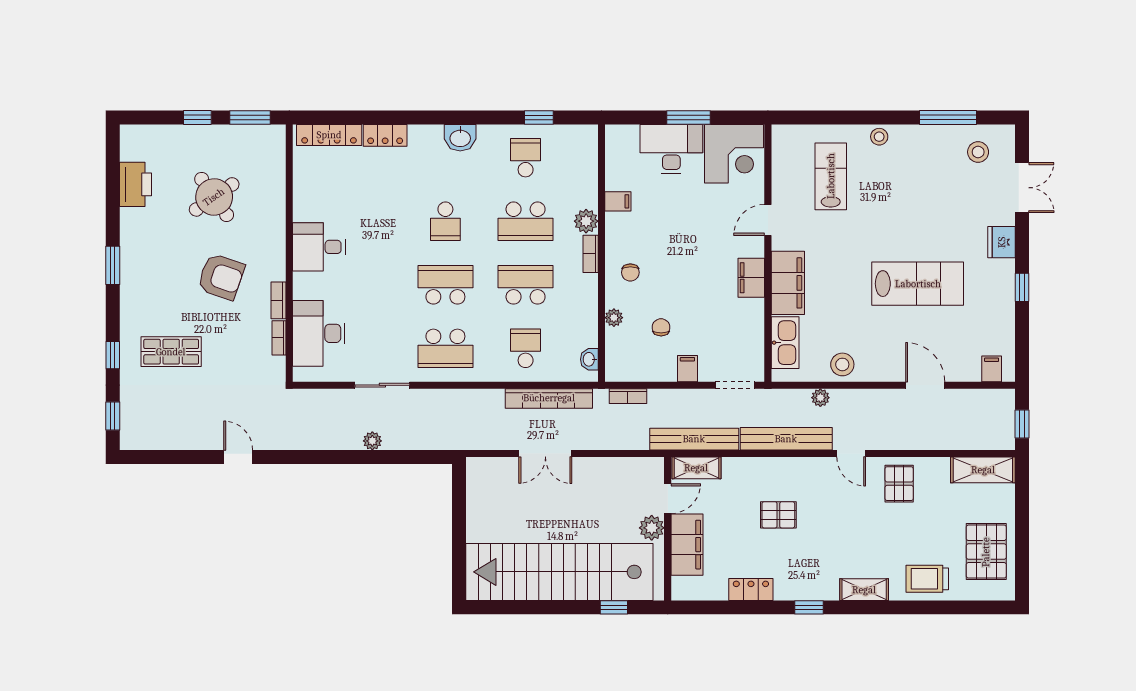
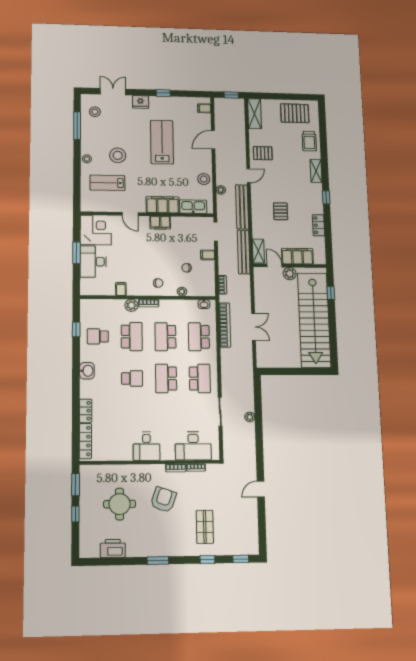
stool: (888, 196) -> (118, 155), added
round table: (214, 197) -> (120, 504), turned 35
school desk: (526, 348) -> (199, 337), width x1.85

